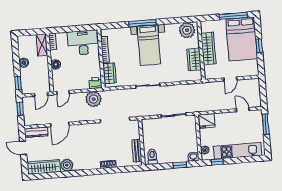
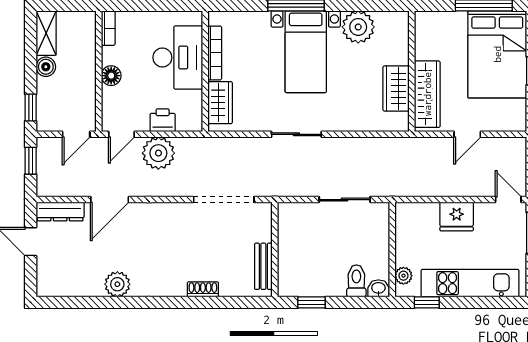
plant: (187, 30) -> (358, 27), moved
desk: (83, 43) -> (178, 58), moved, turned 90
shelving: (42, 45) -> (46, 33), moved
wardrobe: (208, 49) -> (427, 94), moved
printer: (96, 83) -> (163, 120), moved
plant: (94, 99) -> (158, 153), moved
door: (243, 110) -> (508, 200), moved
fridge: (207, 121) -> (457, 216), moved
toilet: (152, 157) -> (356, 281), moved
window: (180, 165) -> (312, 302), moved
wardrobe: (44, 167) -> (69, 284), removed

